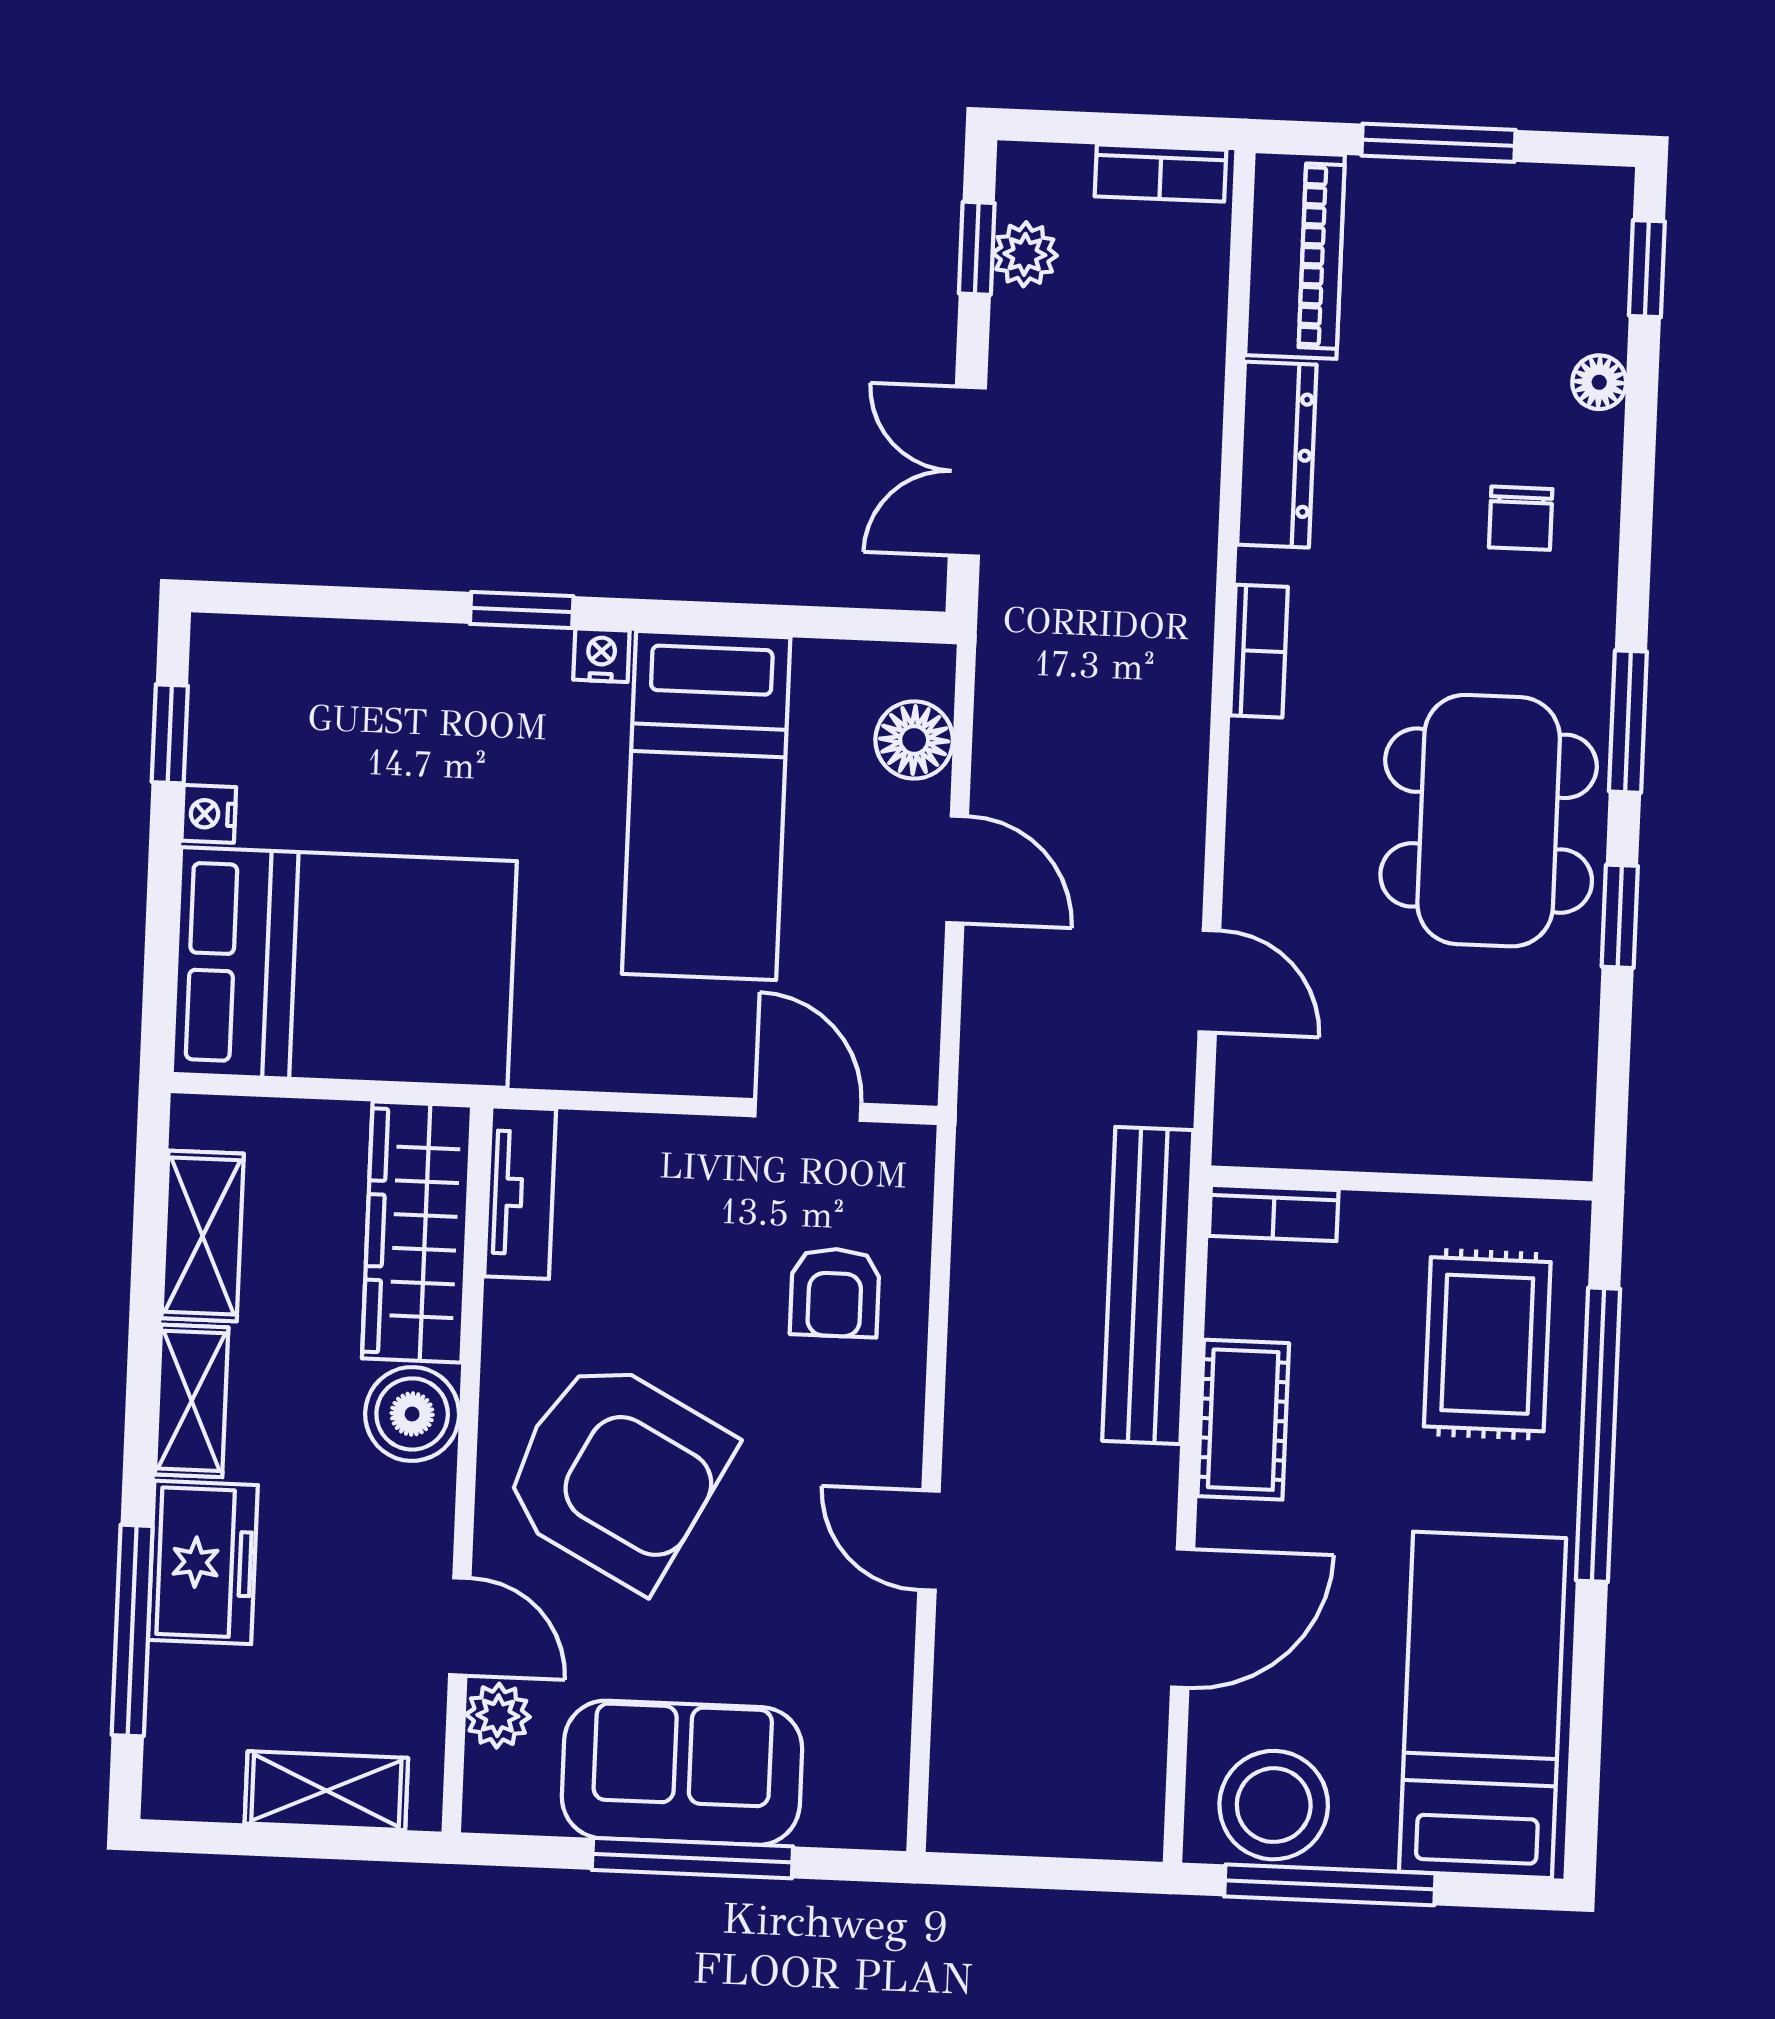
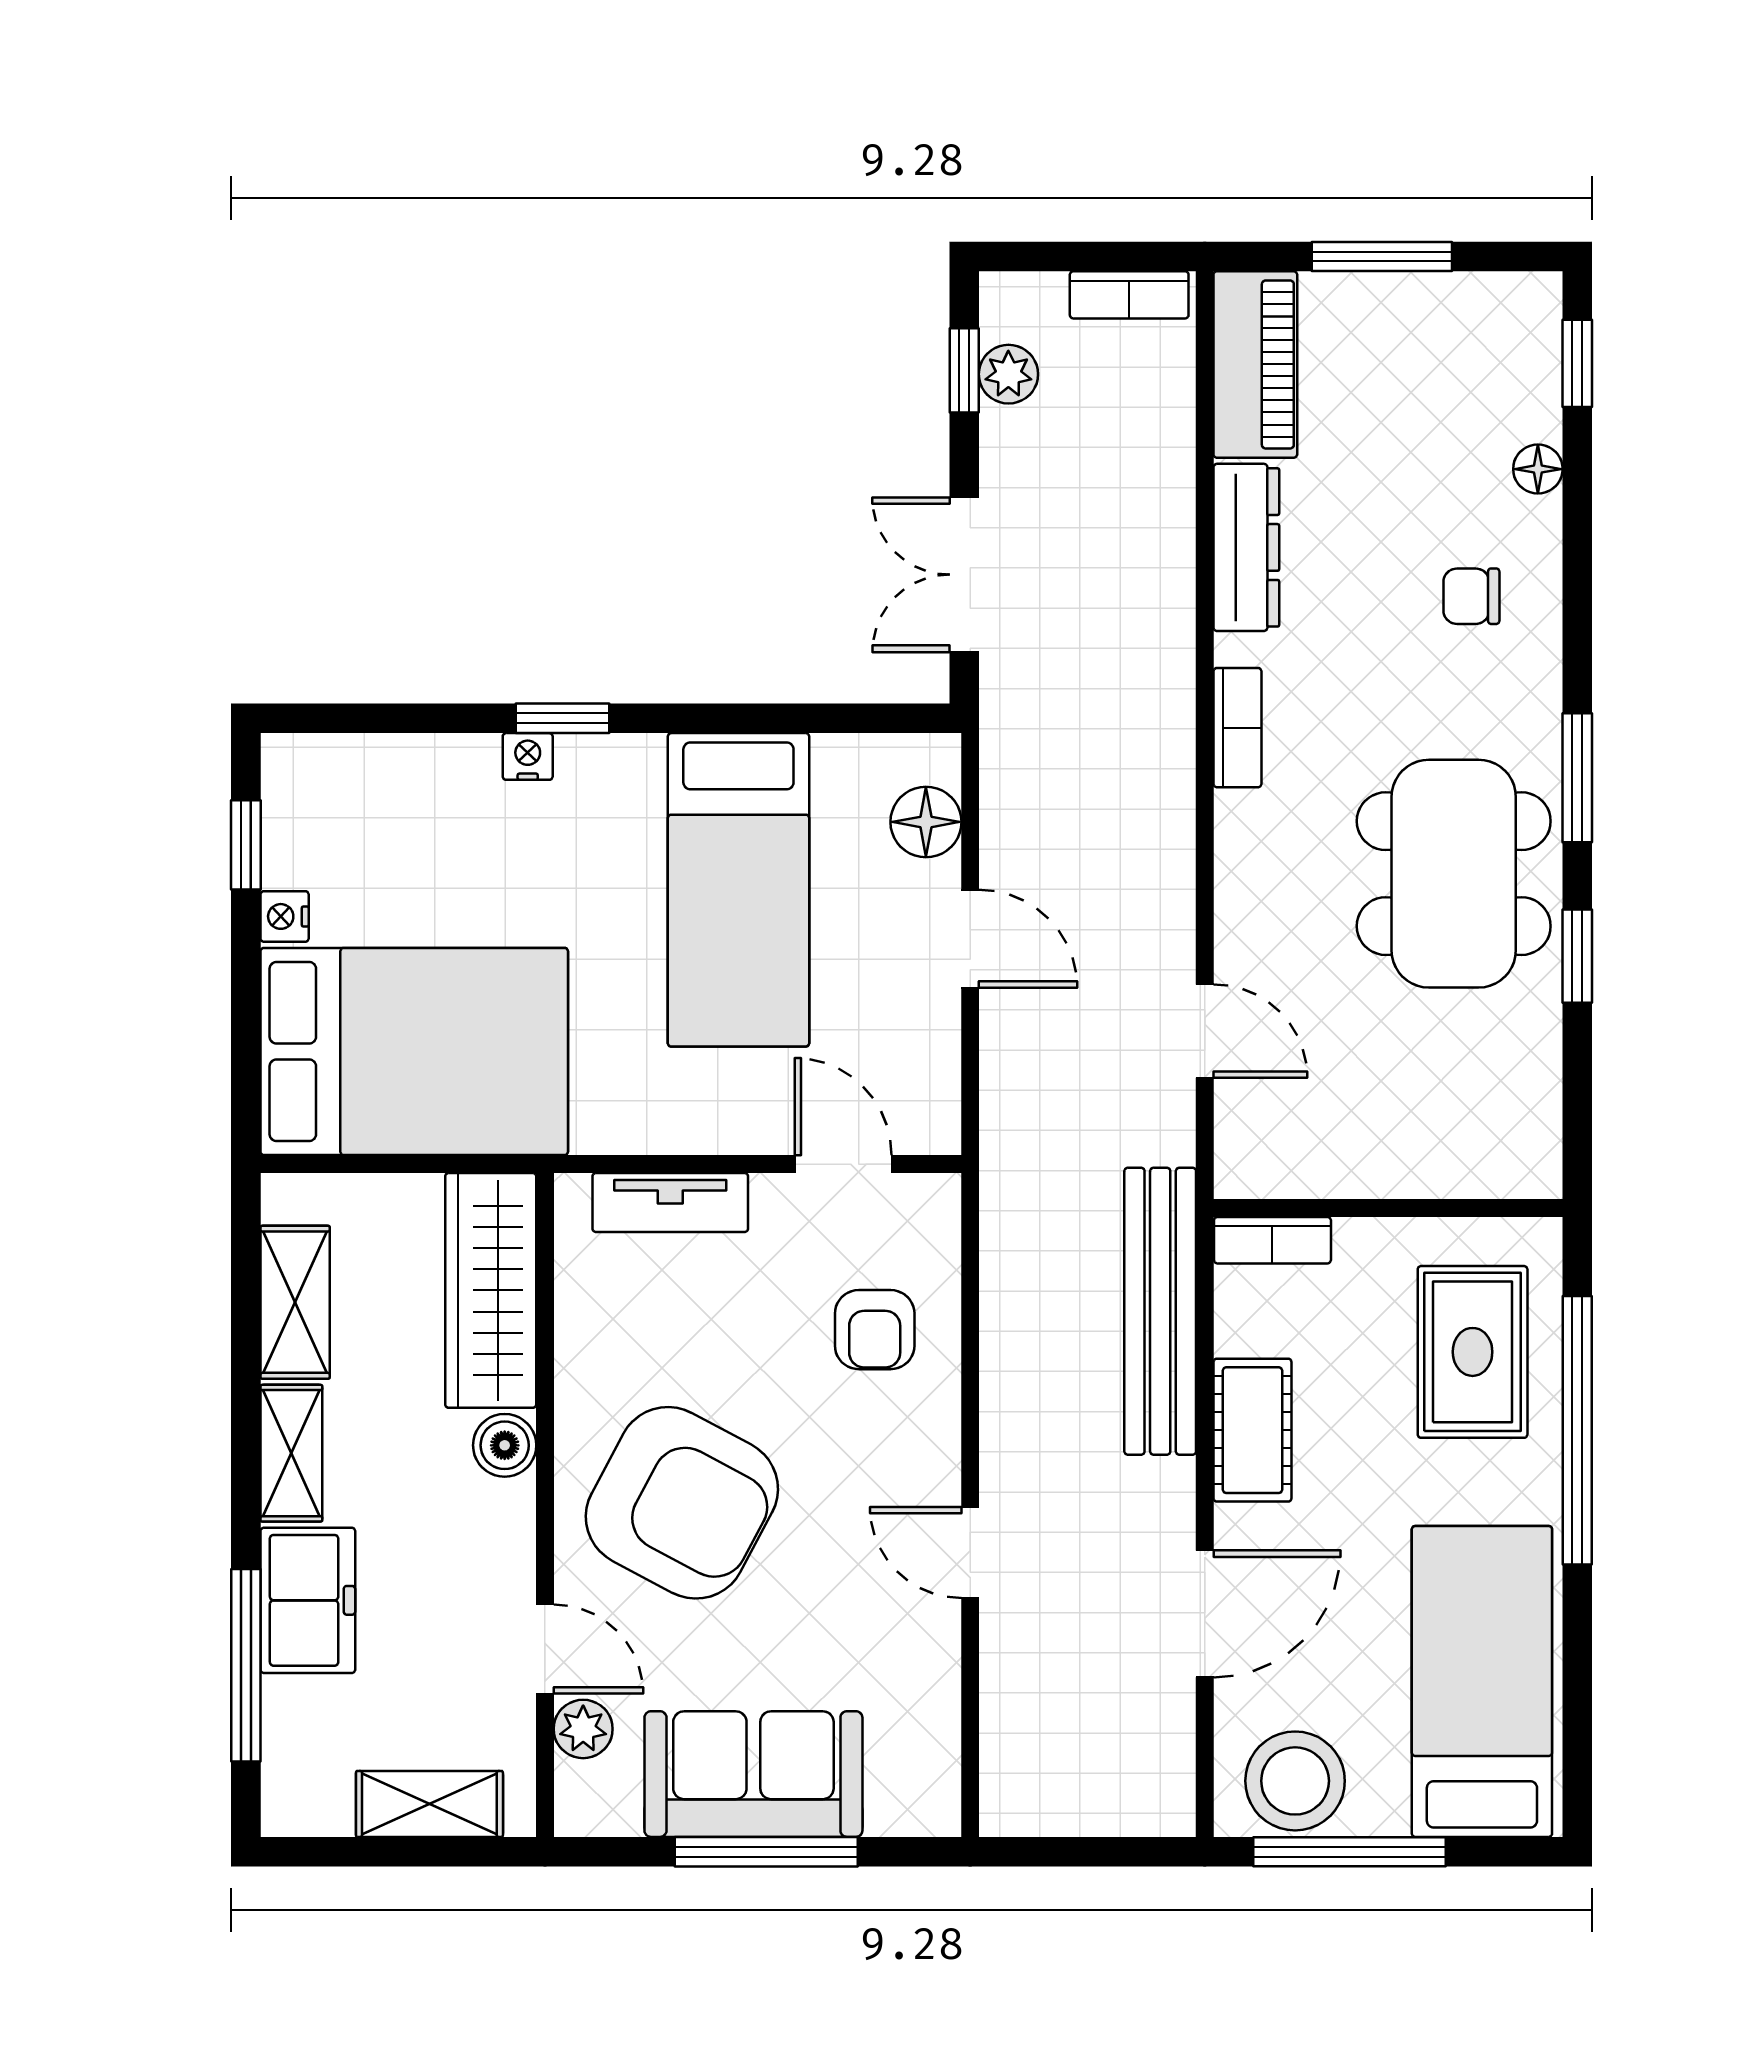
chair: (1521, 518) -> (1471, 596), turned 90
nightstand: (601, 655) -> (528, 756), moved
tv unit: (520, 1193) -> (670, 1202), moved, turned 90
boiler: (412, 1414) -> (505, 1445), width x0.73, depth x0.73

